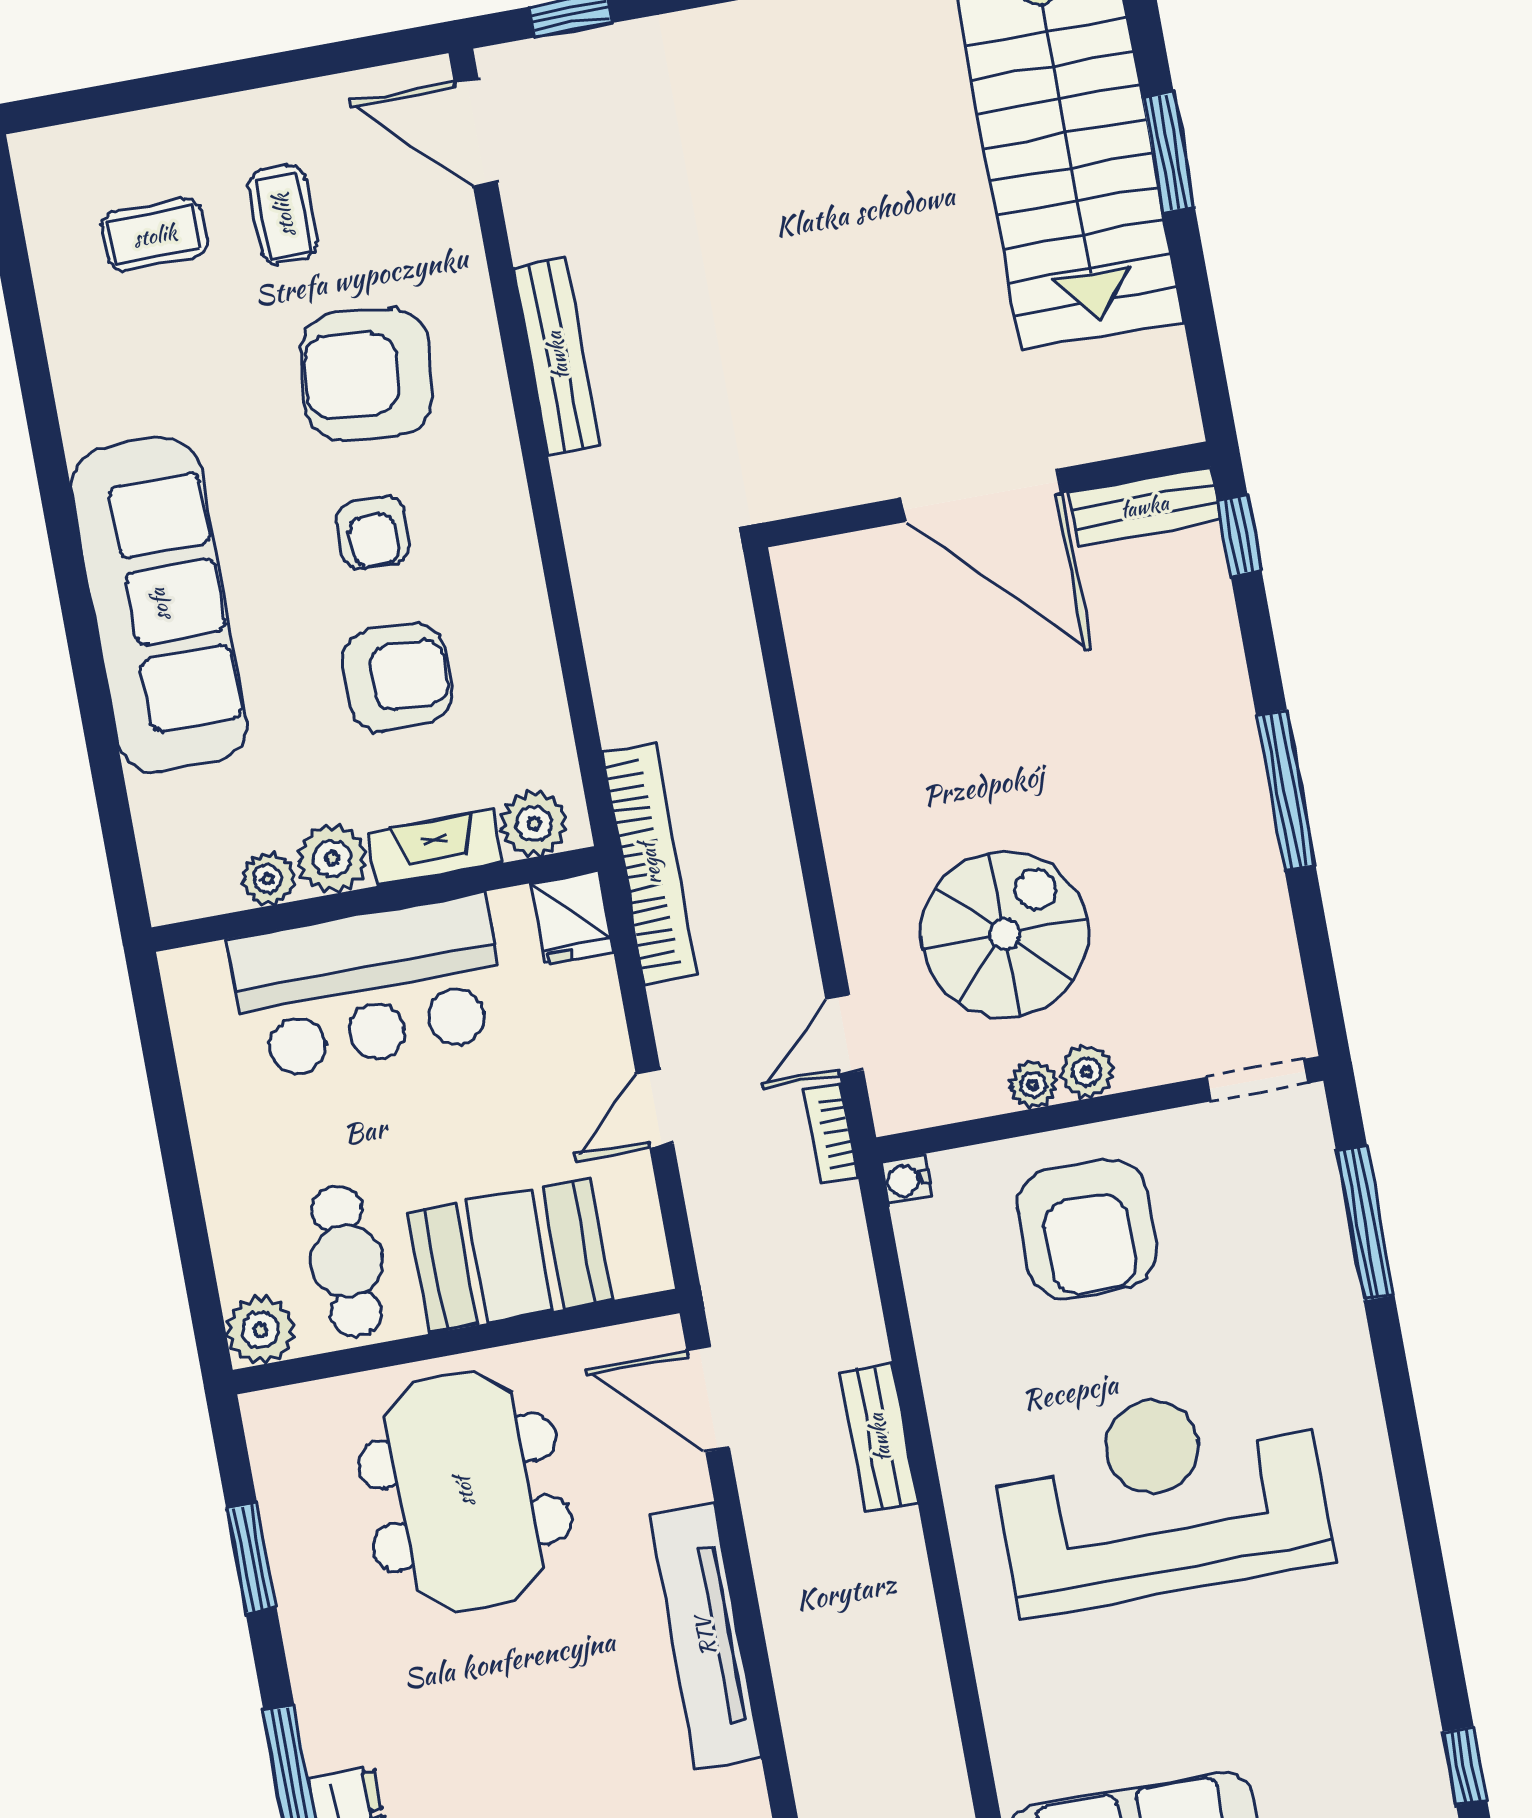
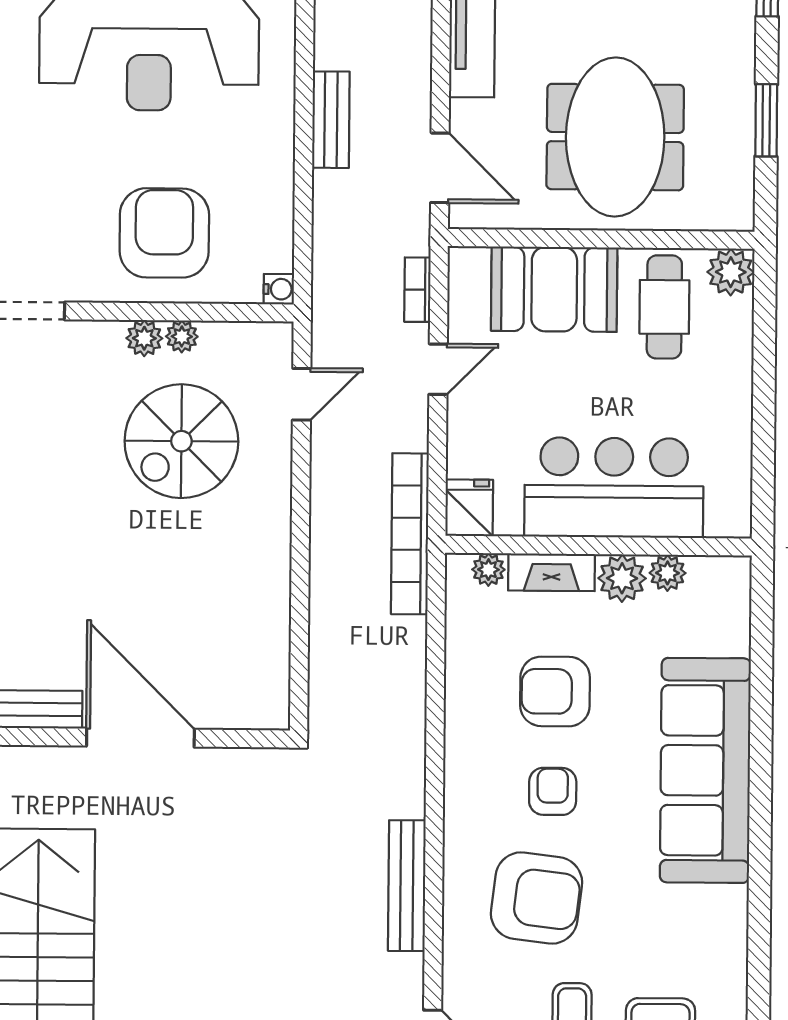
plant: (534, 824) -> (488, 570), width x0.73, depth x0.73
bookcase: (831, 1133) -> (417, 290), moved, turned 180

